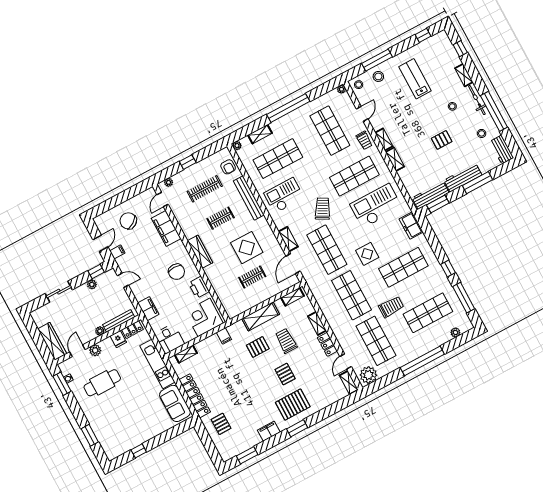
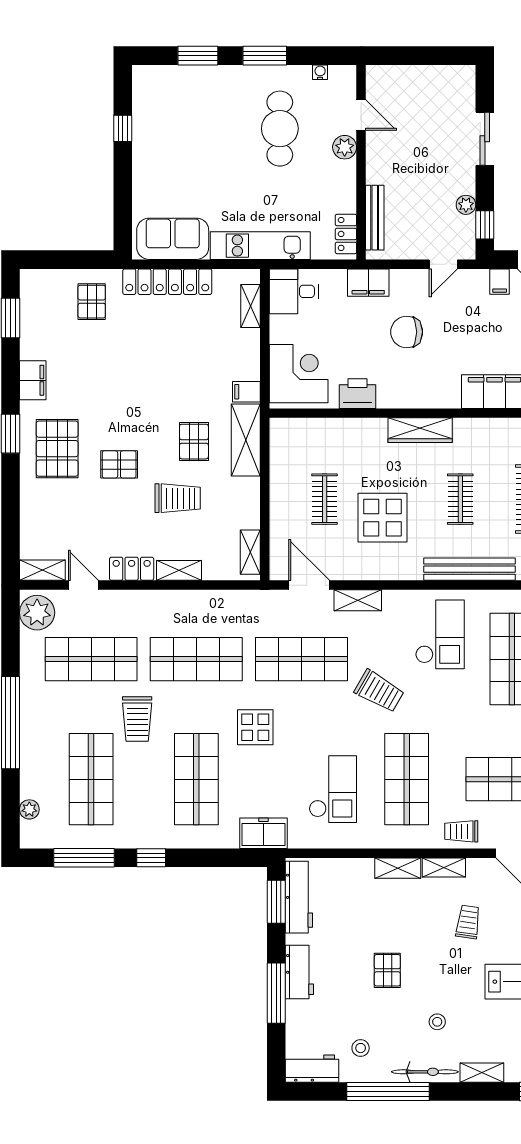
trolley: (402, 116) -> (468, 922), added
workbench: (463, 178) -> (299, 972), width x0.73
checkout: (376, 206) -> (333, 789), width x0.73, depth x0.83
chair: (176, 272) -> (407, 332), moved
shelving: (261, 316) -> (246, 440), moved
plant: (100, 331) -> (375, 174), removed
fridge: (118, 339) -> (343, 199), removed
wardrobe: (52, 341) -> (402, 79), removed
window: (62, 384) -> (265, 56), moved
pallet: (221, 424) -> (92, 302), turned 90

